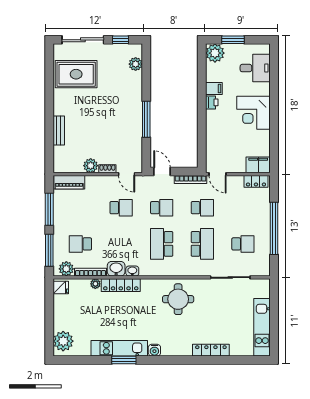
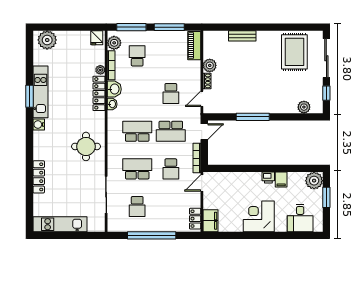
school desk: (162, 208) -> (171, 131), width x1.85
school desk: (202, 244) -> (137, 169), turned 180

